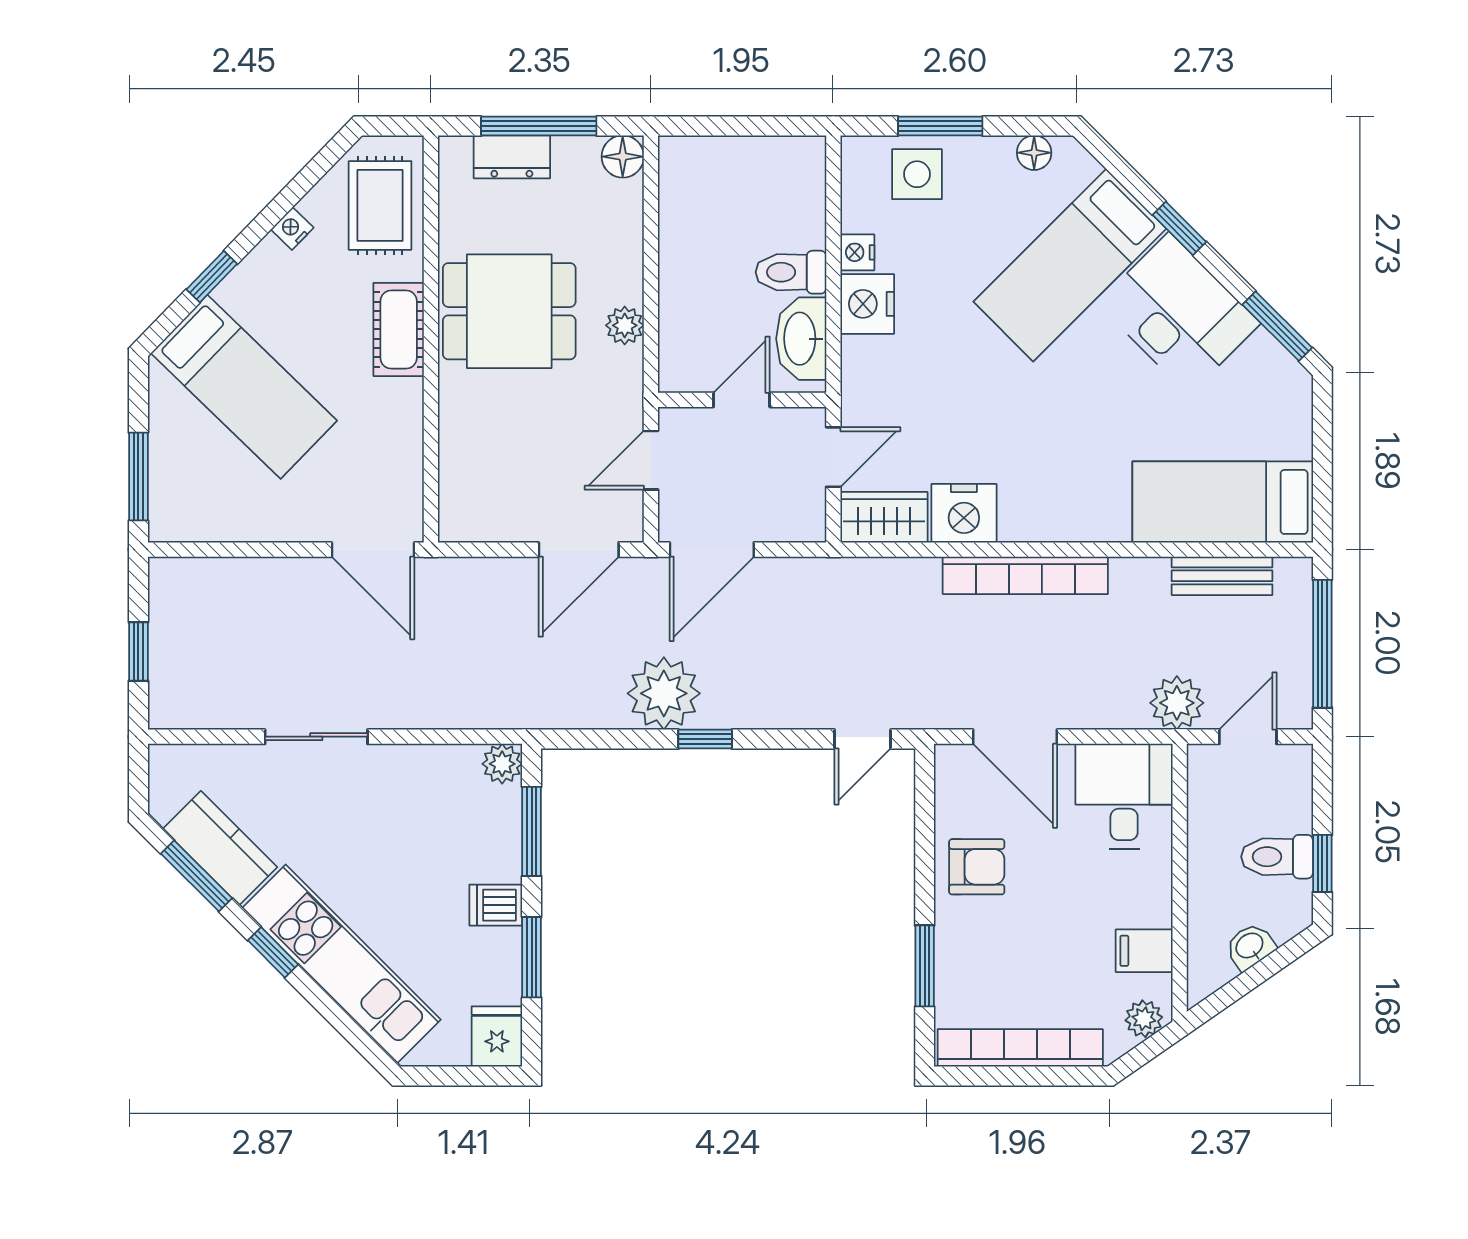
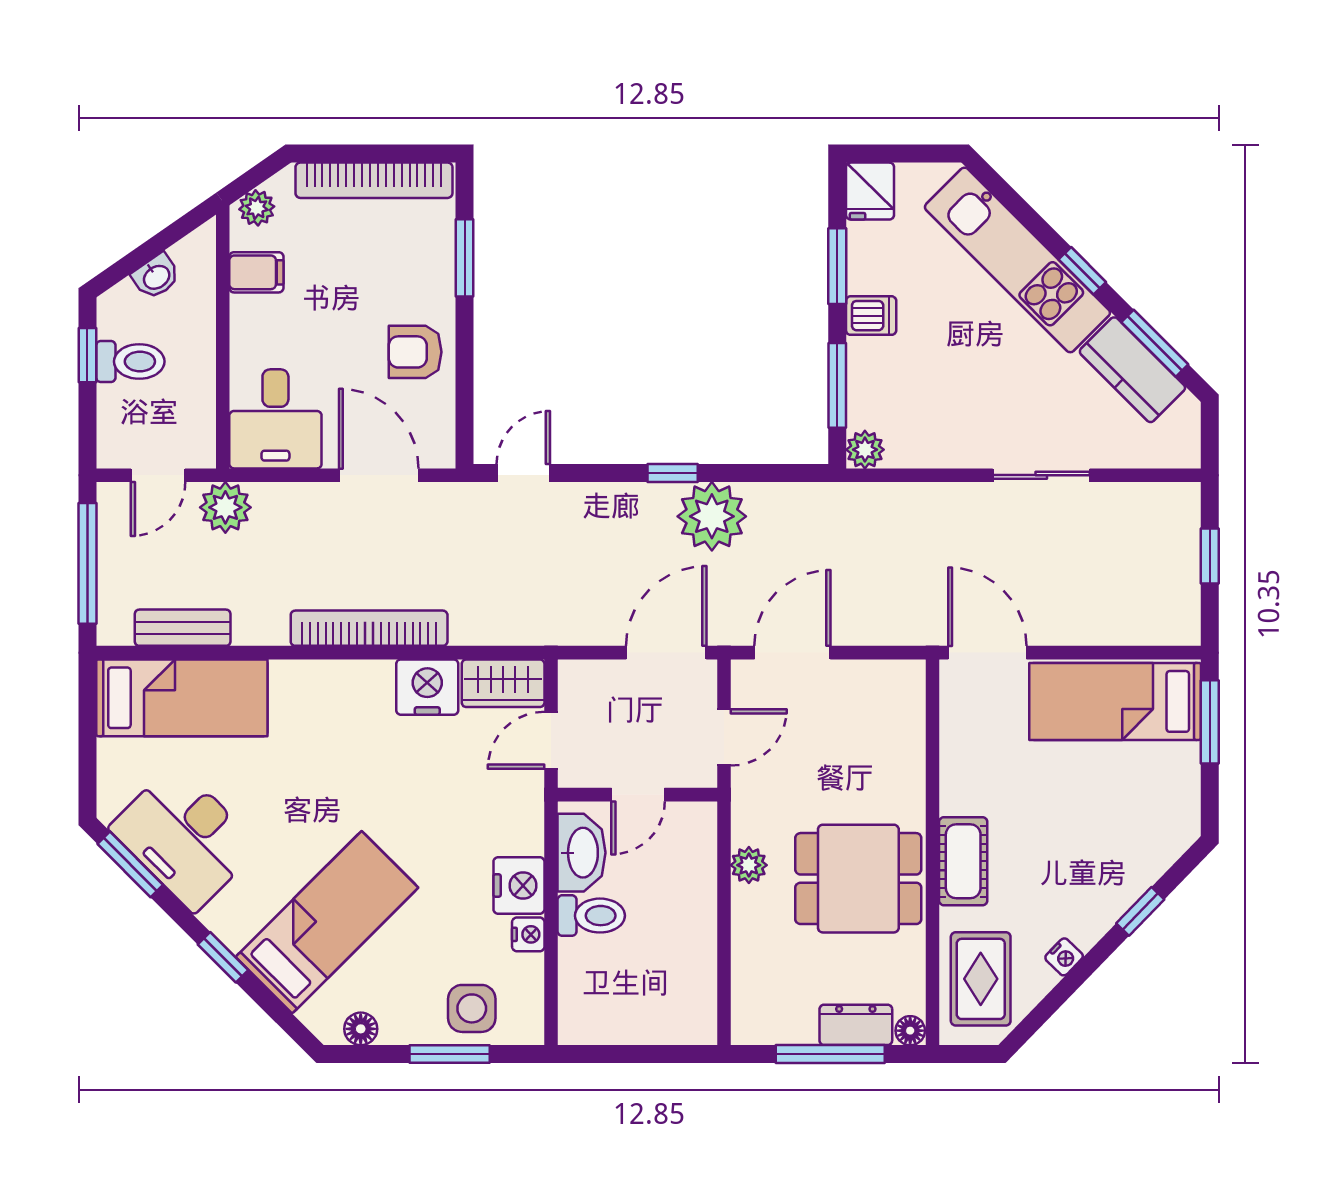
floor lamp: (623, 157) -> (910, 1031), moved, width x0.73, depth x0.73
desk: (1179, 314) -> (185, 837), moved
bed: (244, 387) -> (1115, 701), moved, turned -44

